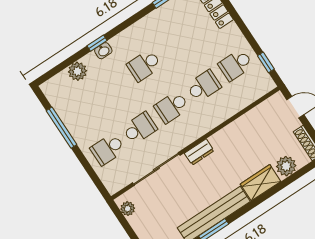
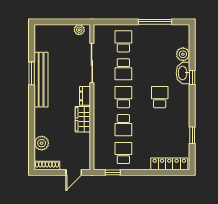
washbasin: (103, 51) -> (183, 73), width x1.91, depth x1.45
wardrobe: (261, 183) -> (83, 119), moved, turned 180

